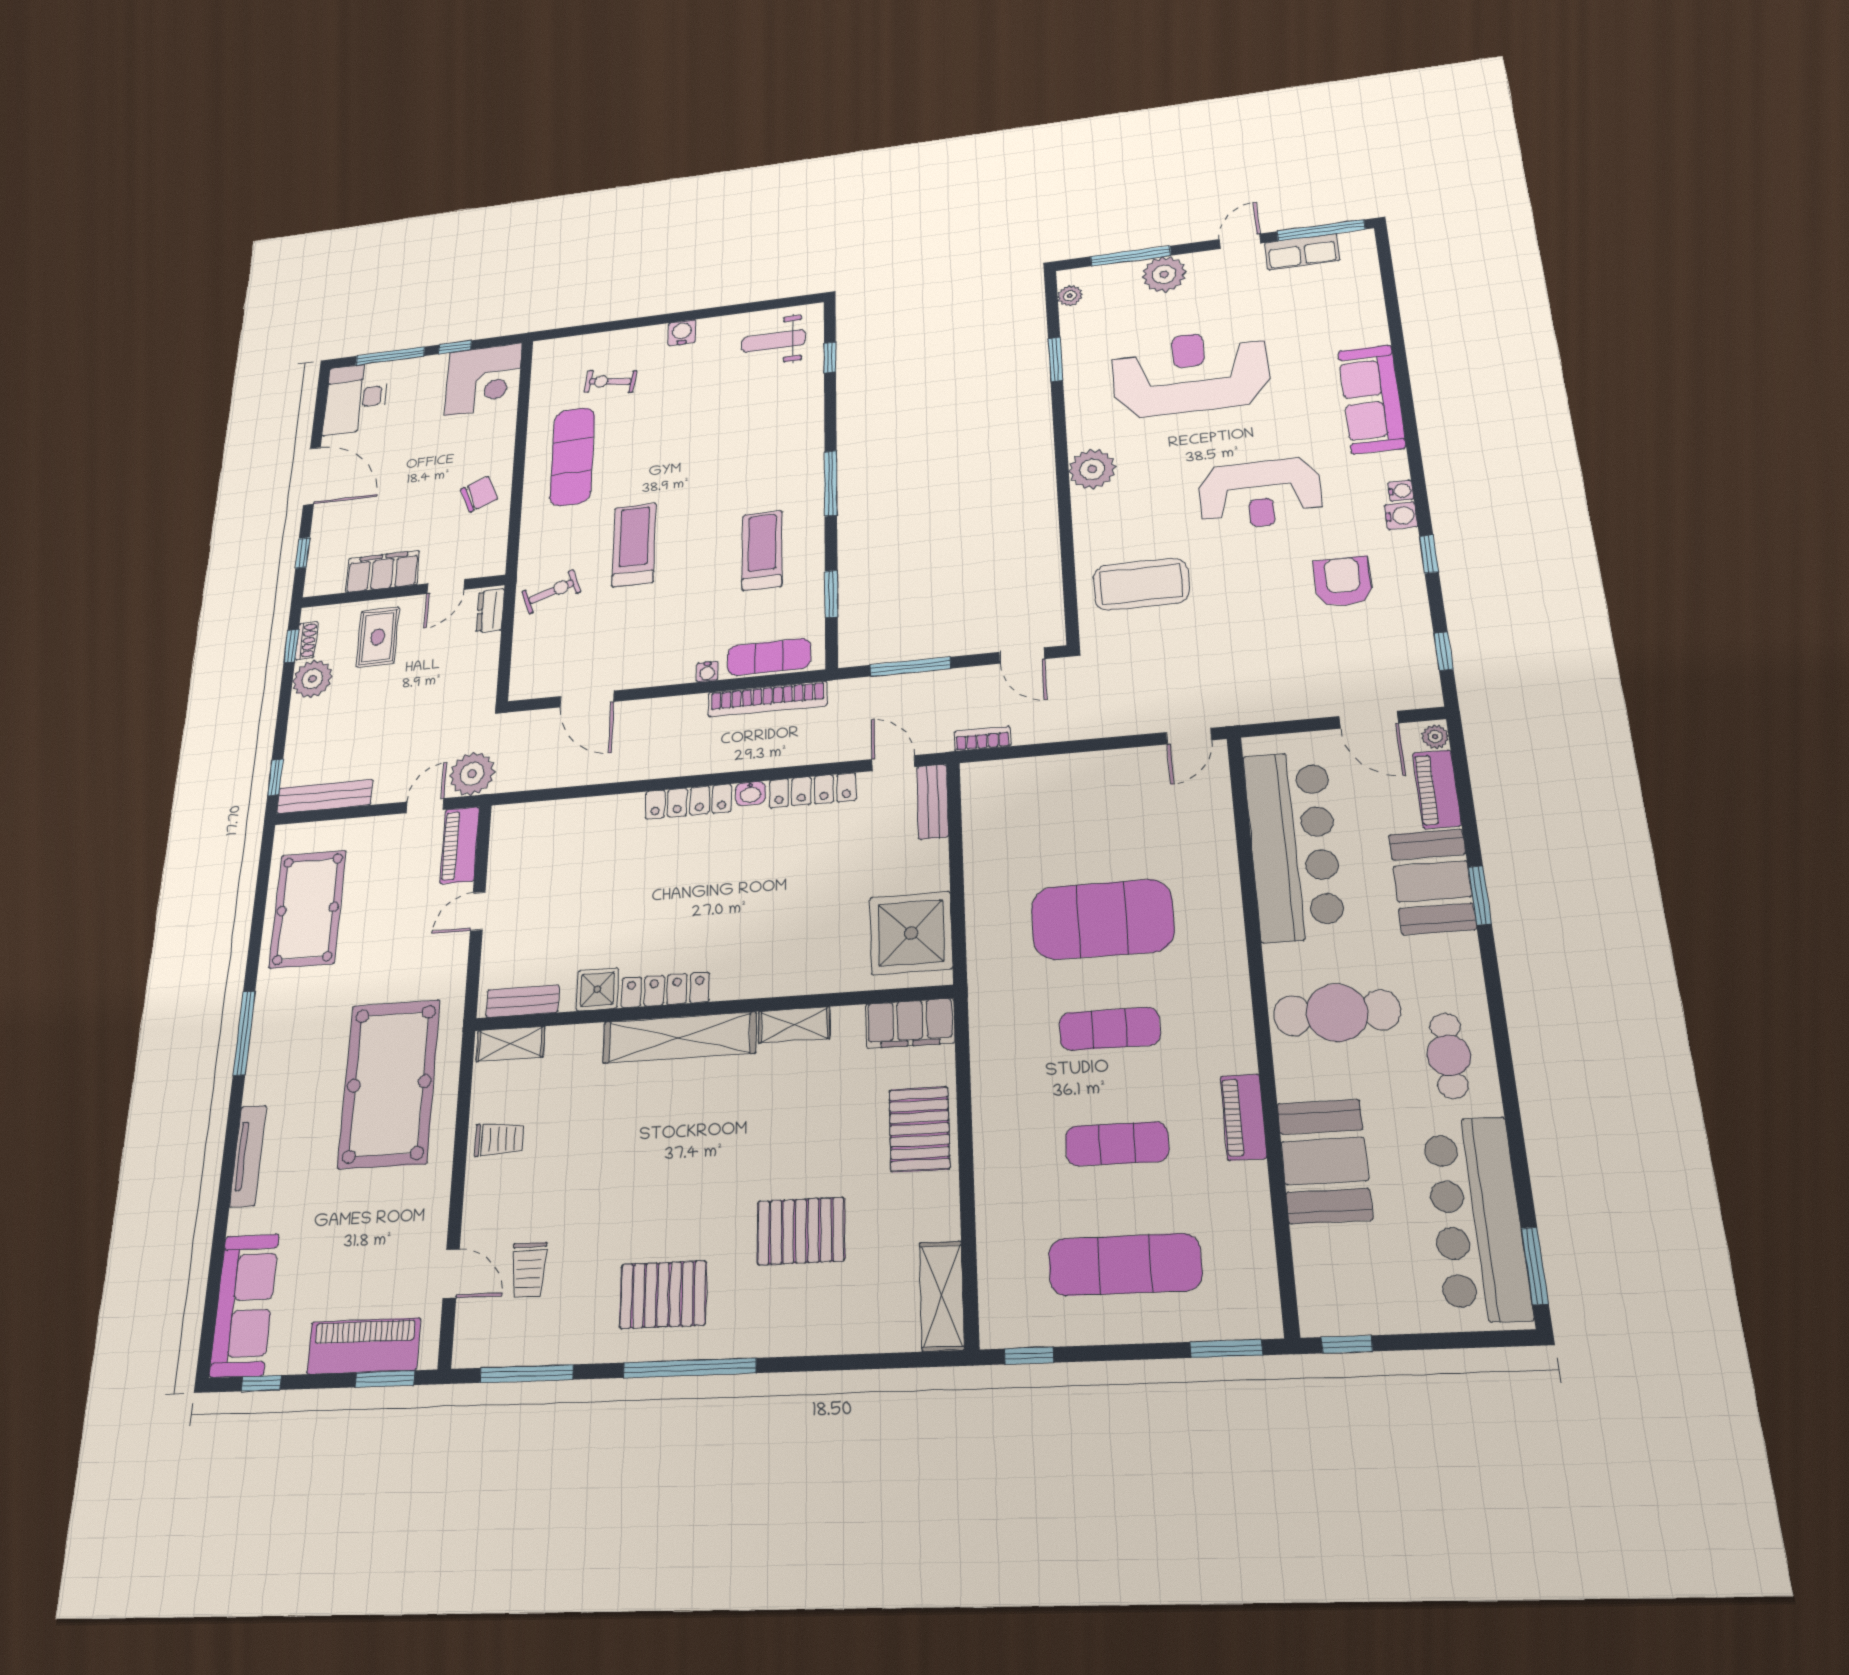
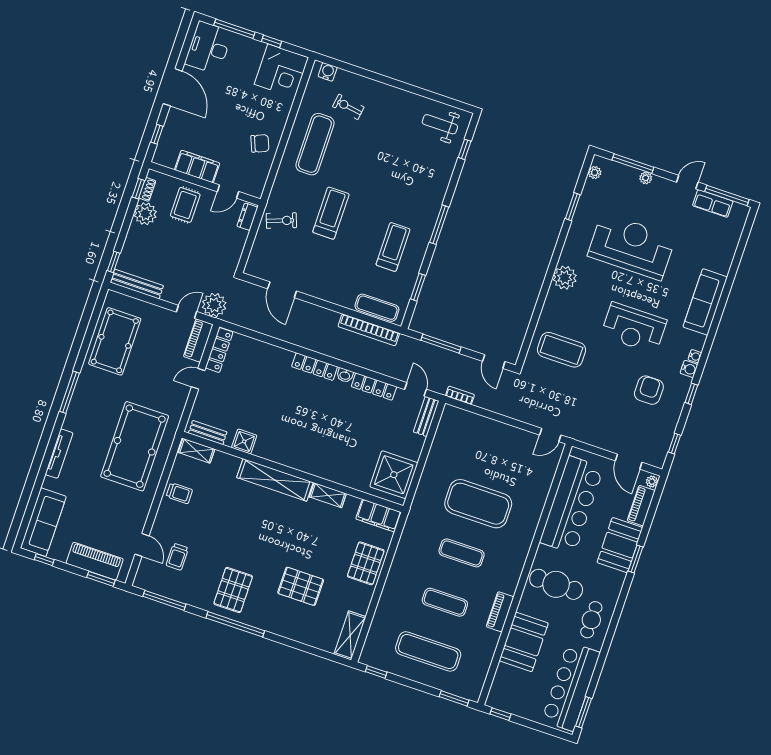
plant: (1164, 274) -> (646, 178), width x0.53, depth x0.53
water cooler: (682, 333) -> (328, 72), moved
water cooler: (707, 672) -> (345, 302), removed
locker: (665, 990) -> (219, 350), moved, turned 90
pallet: (663, 1295) -> (233, 590), turned 90

